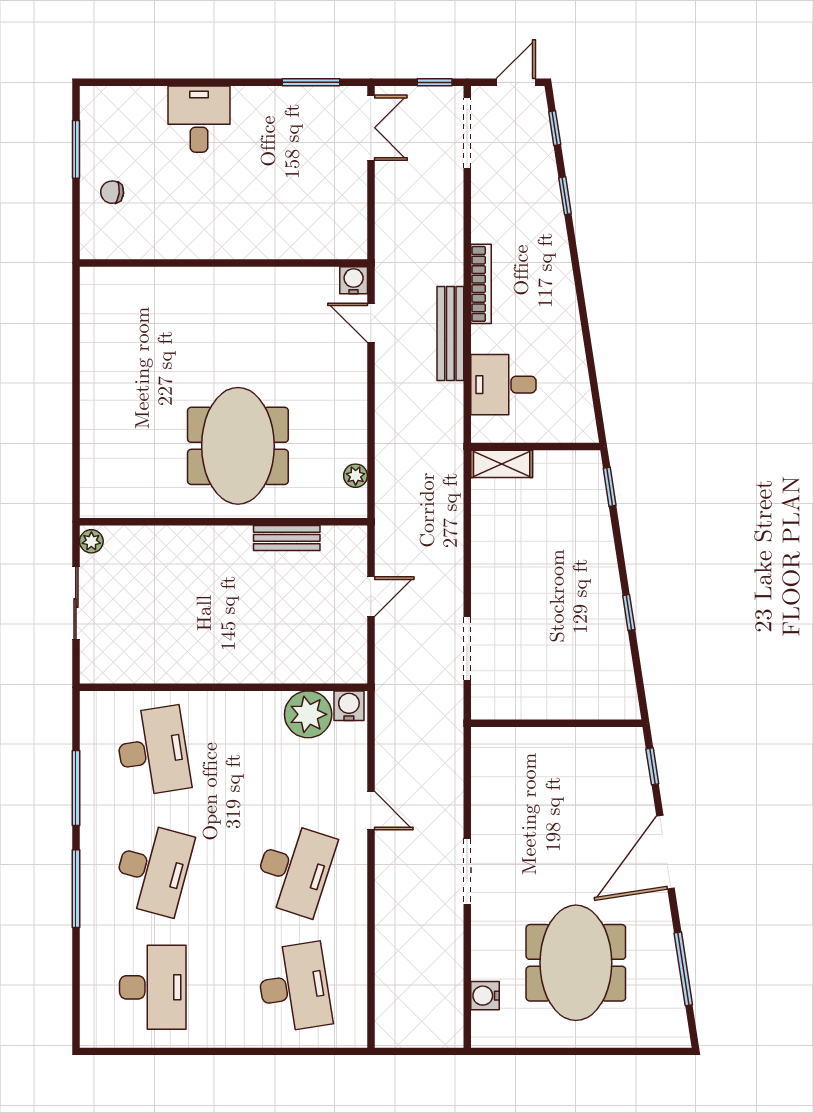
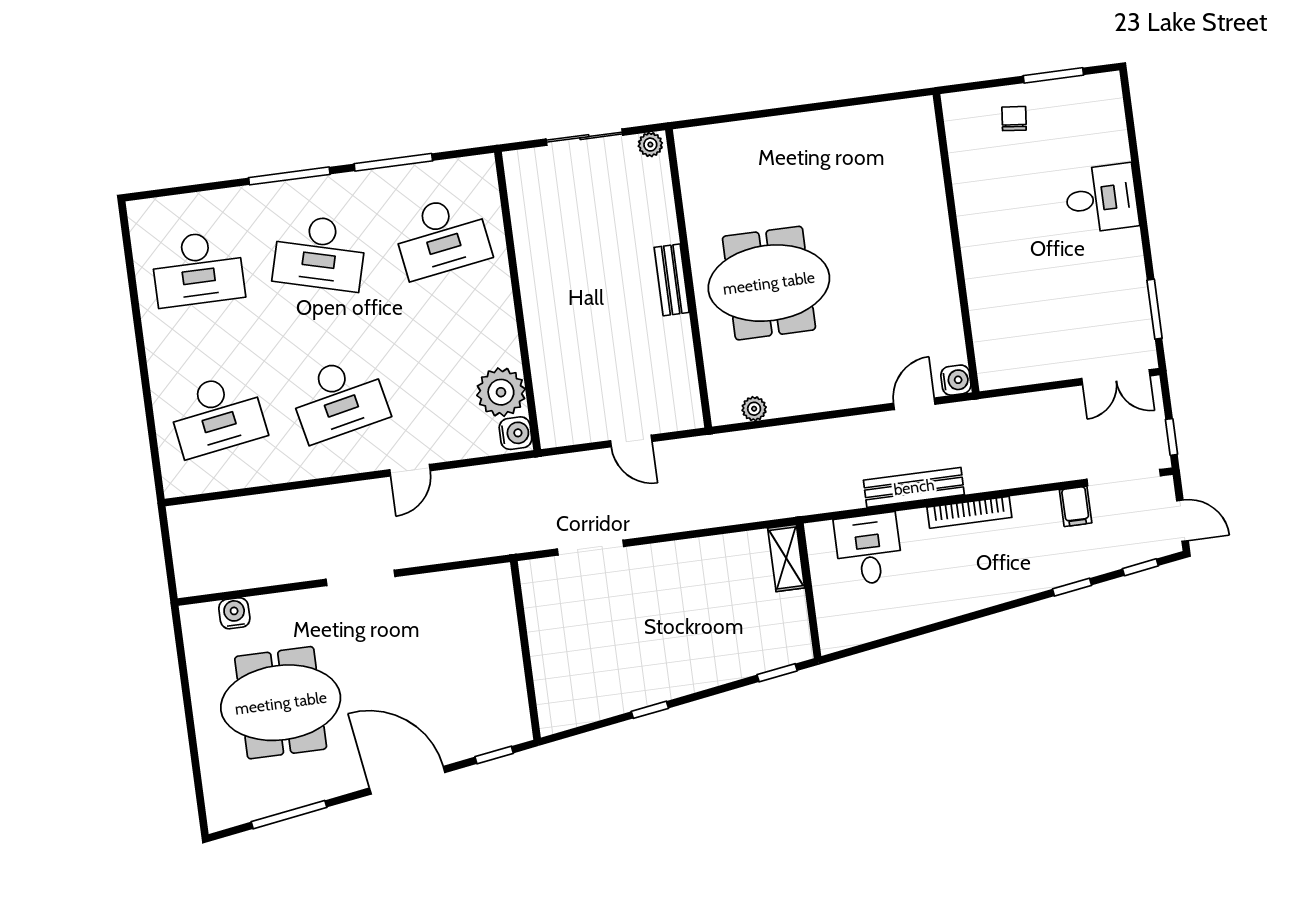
filing cabinet: (489, 182) -> (1076, 506), added
bench: (287, 538) -> (672, 280), moved
desk: (294, 869) -> (339, 399), turned -30

